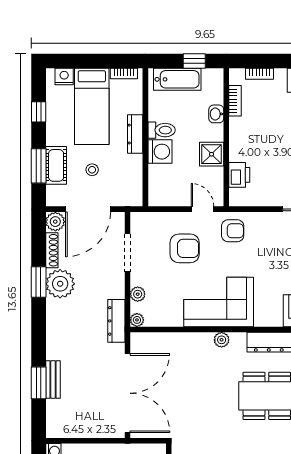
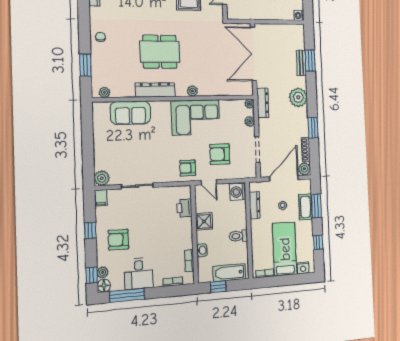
dresser: (135, 134) -> (255, 205), moved
washing machine: (160, 152) -> (238, 192), moved
plant: (60, 284) -> (298, 97), moved

